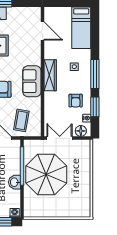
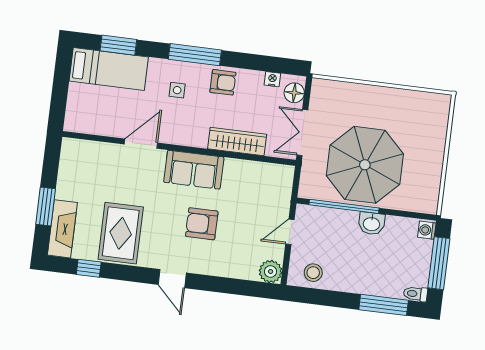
door: (43, 31) -> (141, 144), moved
wardrobe: (50, 75) -> (237, 142), moved
armchair: (76, 101) -> (223, 82), moved
window: (95, 107) -> (118, 45), moved
coffee table: (21, 120) -> (262, 197), removed

